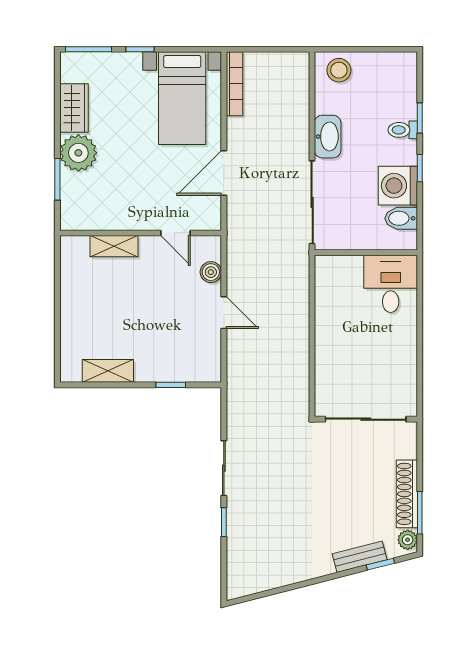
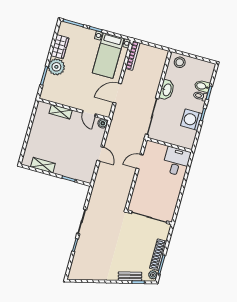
bidet: (401, 218) -> (202, 86), moved
boiler: (211, 272) -> (103, 123), moved
door: (312, 306) -> (140, 162), added

